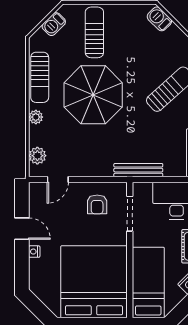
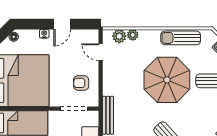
plant: (36, 117) -> (133, 35), moved
floor lamp: (38, 291) -> (14, 37), added

